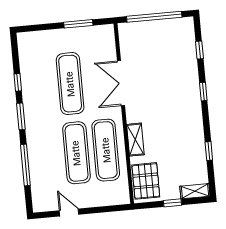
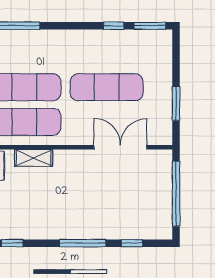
double door: (121, 83) -> (120, 147), moved
window: (203, 92) -> (83, 243), width x2.17
window: (21, 116) -> (150, 26), moved

